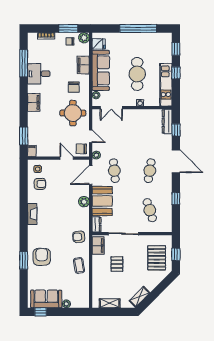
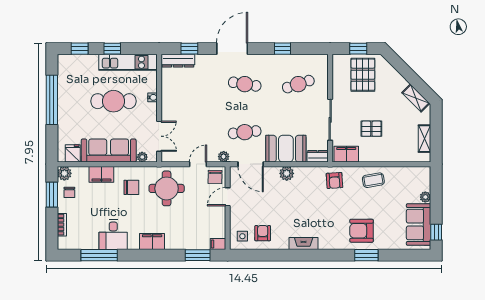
pallet: (157, 258) -> (363, 75), turned 90

